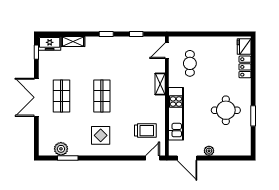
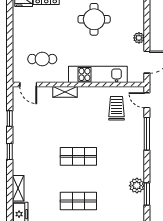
display table: (101, 135) -> (122, 158), removed
plant: (61, 149) -> (137, 186), moved
window: (122, 158) -> (147, 134), added

